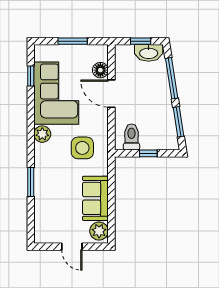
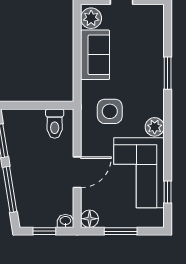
washbasin: (149, 53) -> (65, 221), moved, width x0.52, depth x0.69
floor lamp: (100, 70) -> (90, 219), moved
door: (111, 94) -> (77, 172), hinge flipped
window: (148, 153) -> (36, 105), removed

